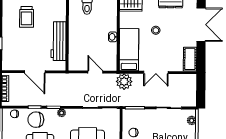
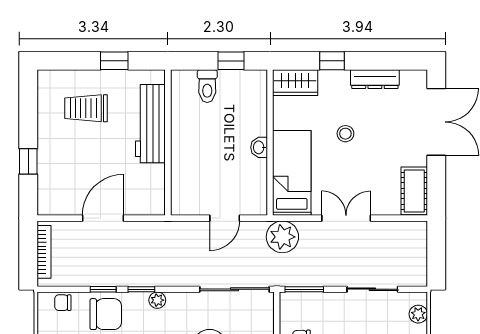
trolley: (27, 17) -> (86, 108), turned 90
workbench: (59, 41) -> (150, 124), moved
door: (35, 72) -> (103, 218), swing flipped
door: (95, 72) -> (225, 218), swing flipped
double door: (156, 72) -> (346, 218), swing flipped
chair: (36, 120) -> (106, 314), turned 180

